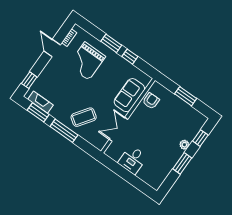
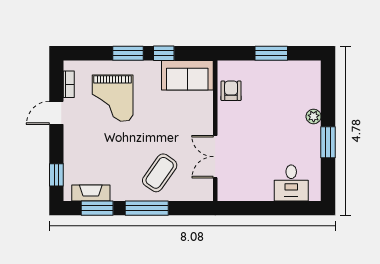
door: (52, 48) -> (56, 113), hinge flipped
sofa: (129, 95) -> (187, 75), moved, turned -90
window: (200, 138) -> (328, 93), removed
desk: (133, 160) -> (291, 183), moved

